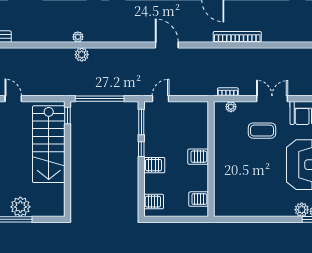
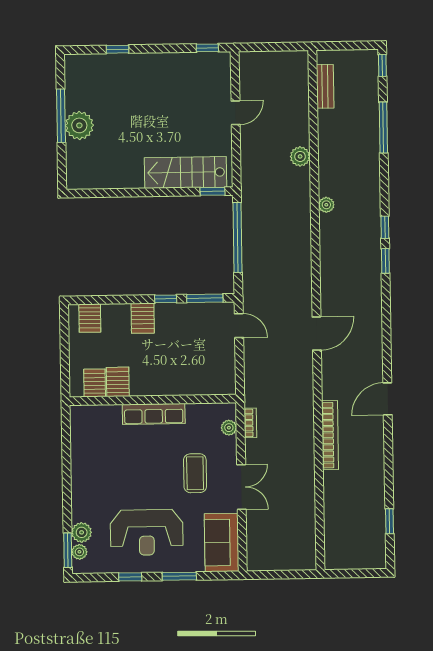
plant: (82, 55) -> (300, 156), moved
stairs: (49, 144) -> (185, 173), width x0.73, depth x0.66
server rack: (198, 157) -> (118, 382), moved
row of seats: (221, 159) -> (154, 414), added

